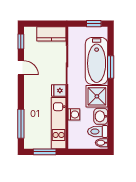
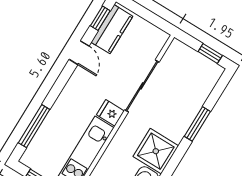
kitchen counter: (51, 34) -> (112, 29), moved, turned -90
bathtub: (97, 61) -> (184, 104), removed
washing machine: (74, 114) -> (111, 156), removed

